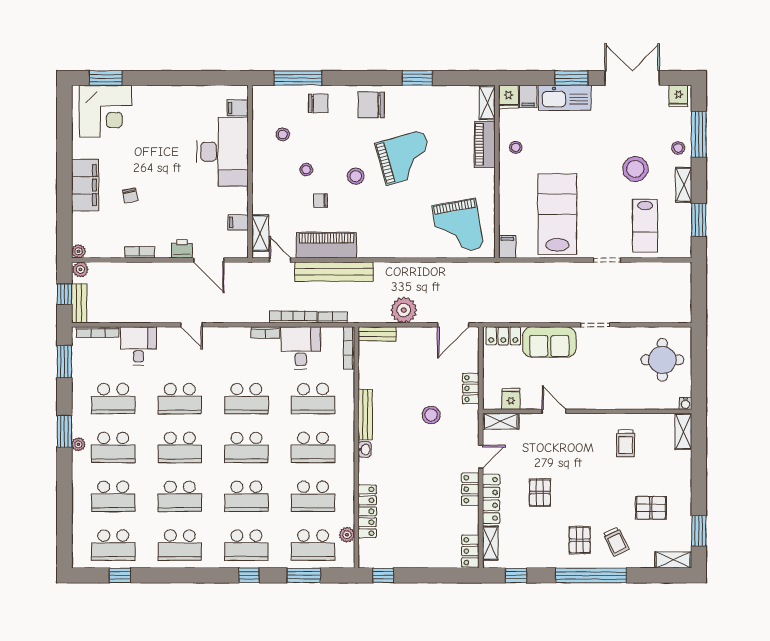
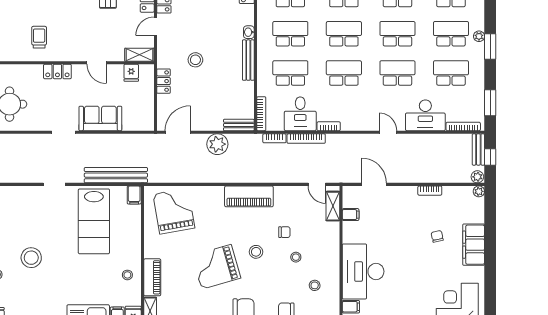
lab bench: (645, 226) -> (23, 212), removed
piano: (326, 245) -> (249, 196), moved
printer: (182, 249) -> (396, 193), removed
bench: (334, 272) -> (116, 175), moved
locker: (503, 336) -> (57, 71), moved, turned 180
desk: (138, 346) -> (425, 115), width x1.37

